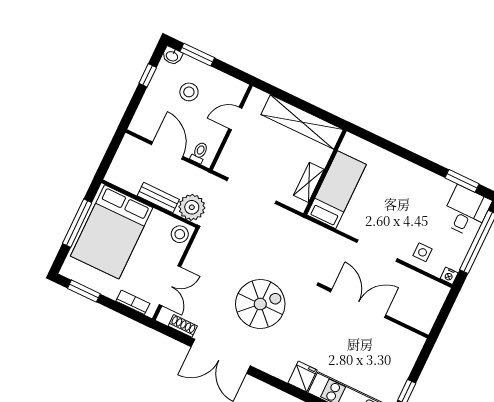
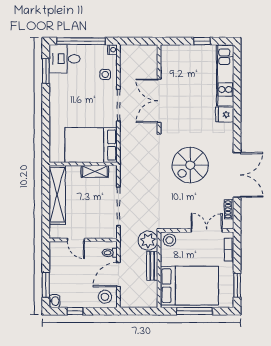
stool: (189, 92) -> (105, 297), moved
bed: (336, 190) -> (91, 145), width x1.50
spiral stairs: (260, 304) -> (190, 165), turned -90

